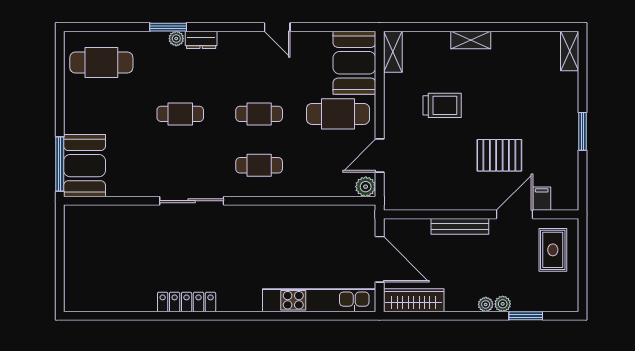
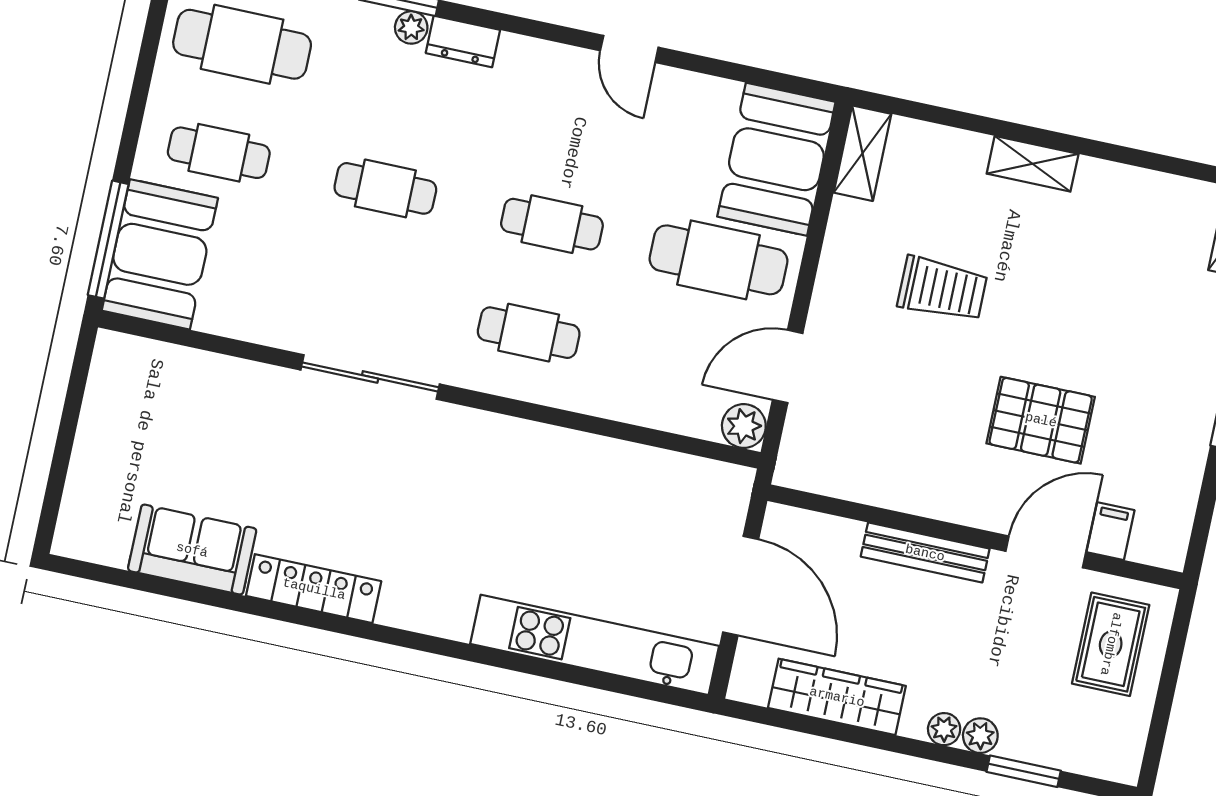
cafe table: (101, 114) -> (219, 153), added
sofa: (128, 296) -> (192, 550), added
wardrobe: (414, 300) -> (837, 697), moved

